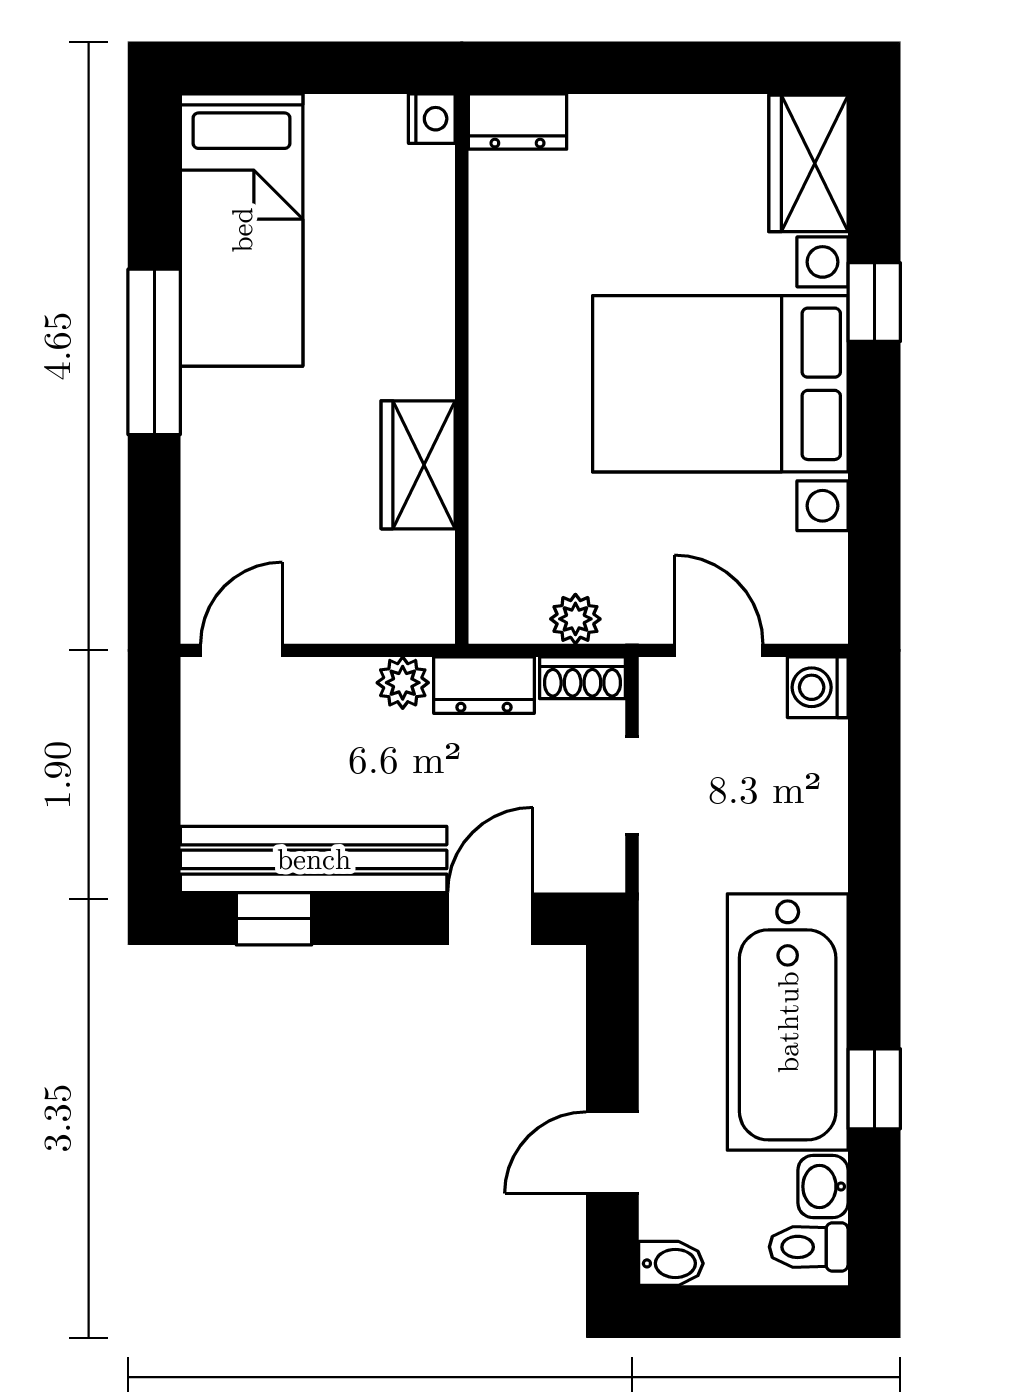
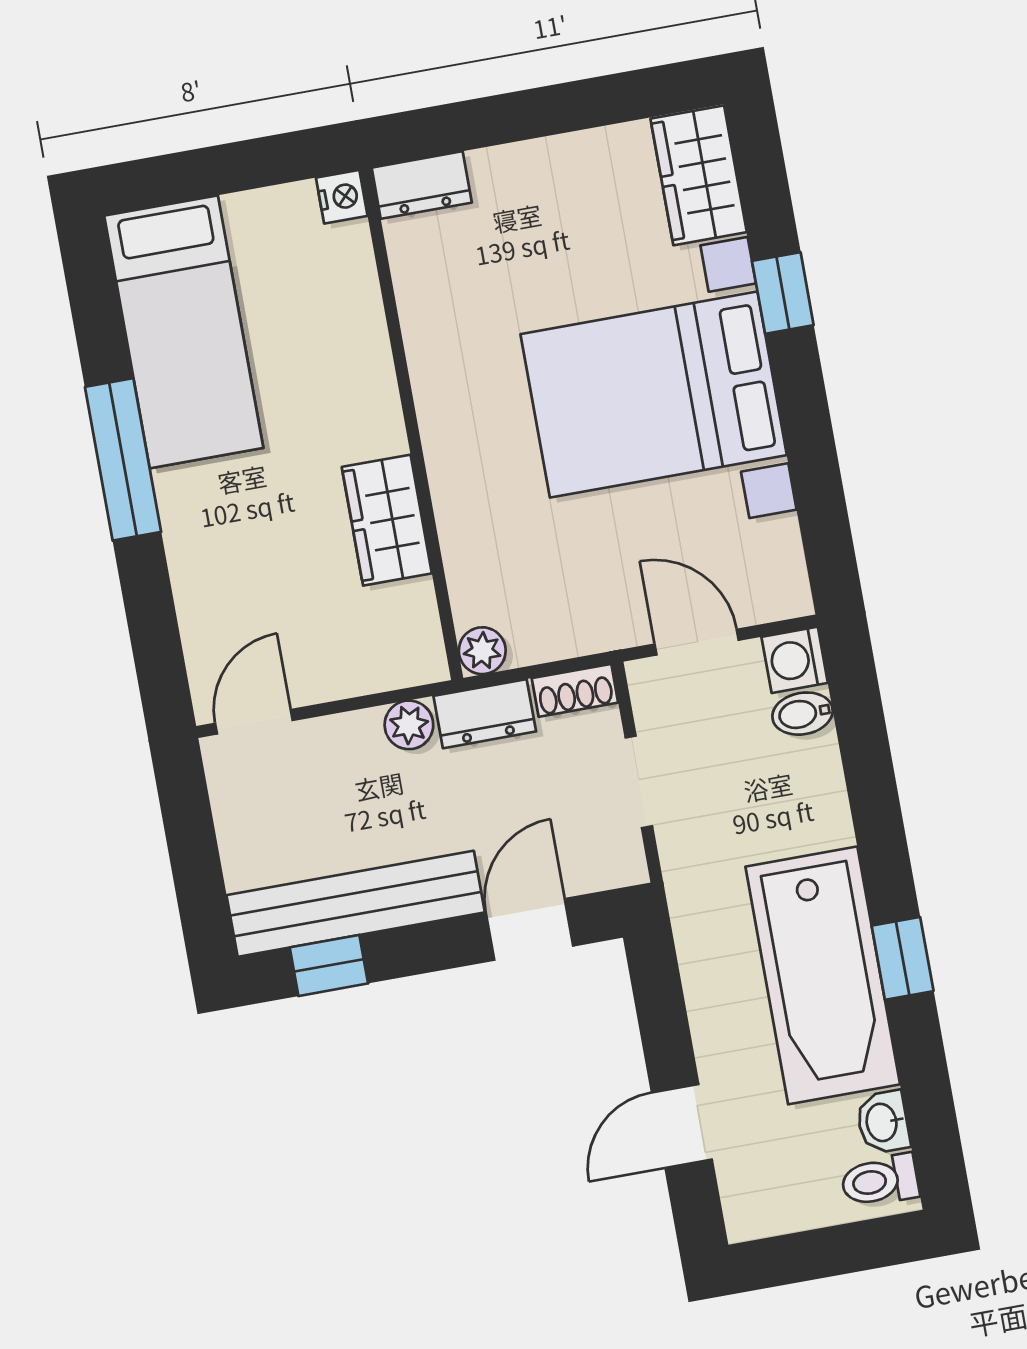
plant: (575, 619) -> (482, 651), moved
window: (874, 1089) -> (903, 958), moved
bidet: (671, 1263) -> (803, 714), moved, turned 180

